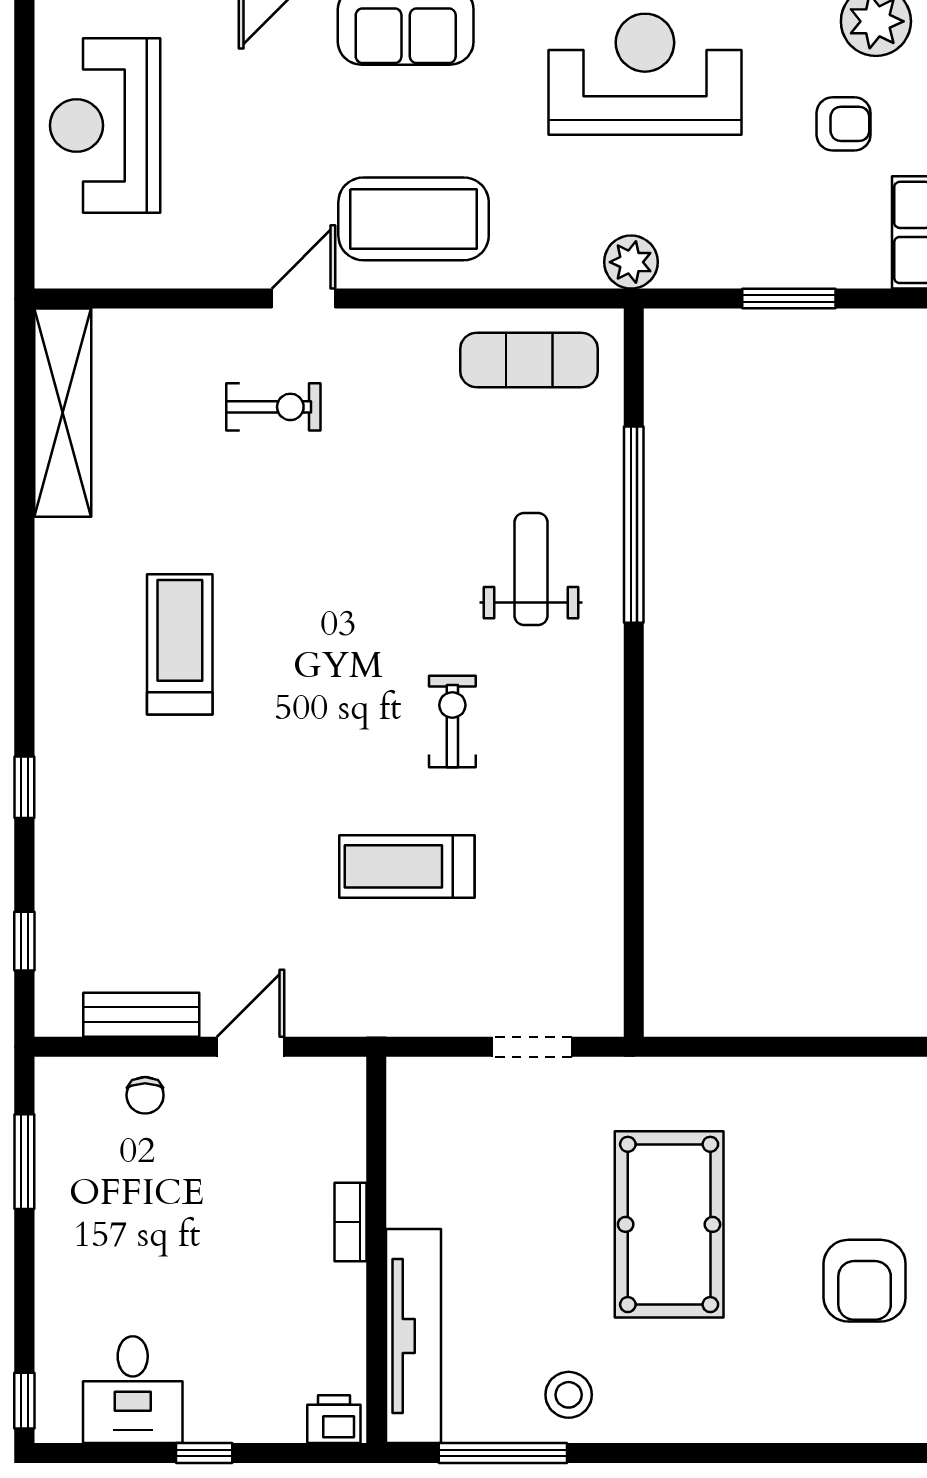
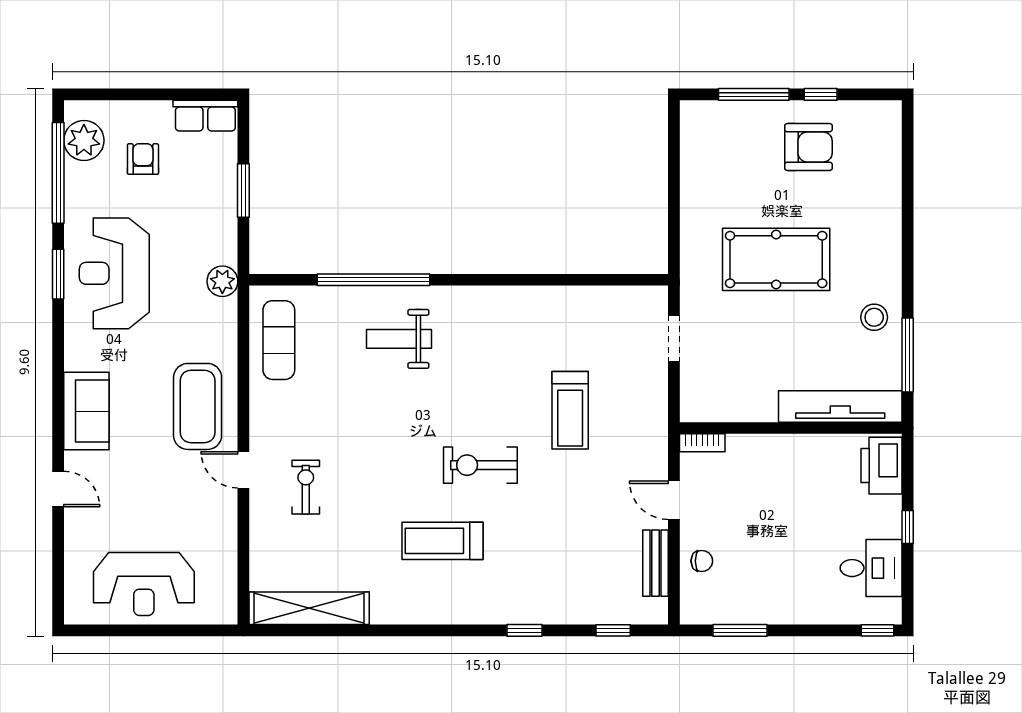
exercise bike: (452, 722) -> (480, 465), moved, width x1.38, depth x1.39
bookcase: (351, 1222) -> (702, 443), moved
printer: (334, 1419) -> (882, 466), width x1.87, depth x1.48

